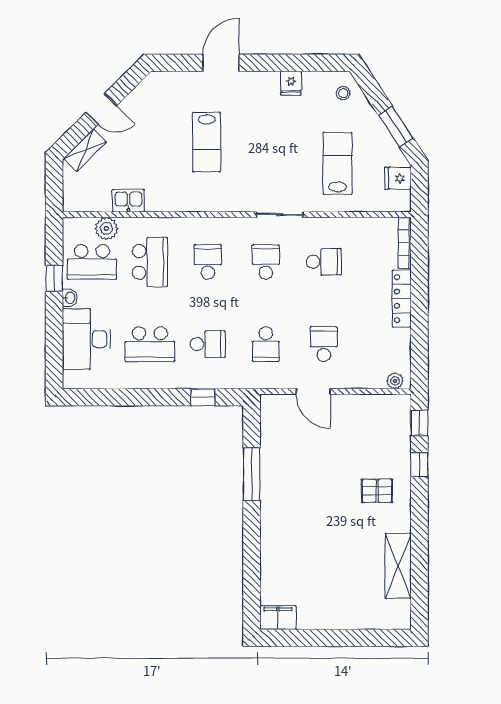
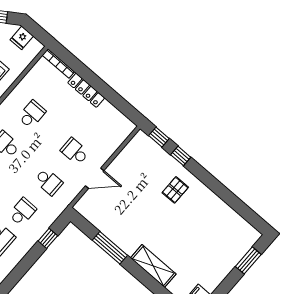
plant: (395, 381) -> (126, 131), removed
shelving: (398, 566) -> (153, 266), moved
window: (369, 638) -> (248, 260), added

